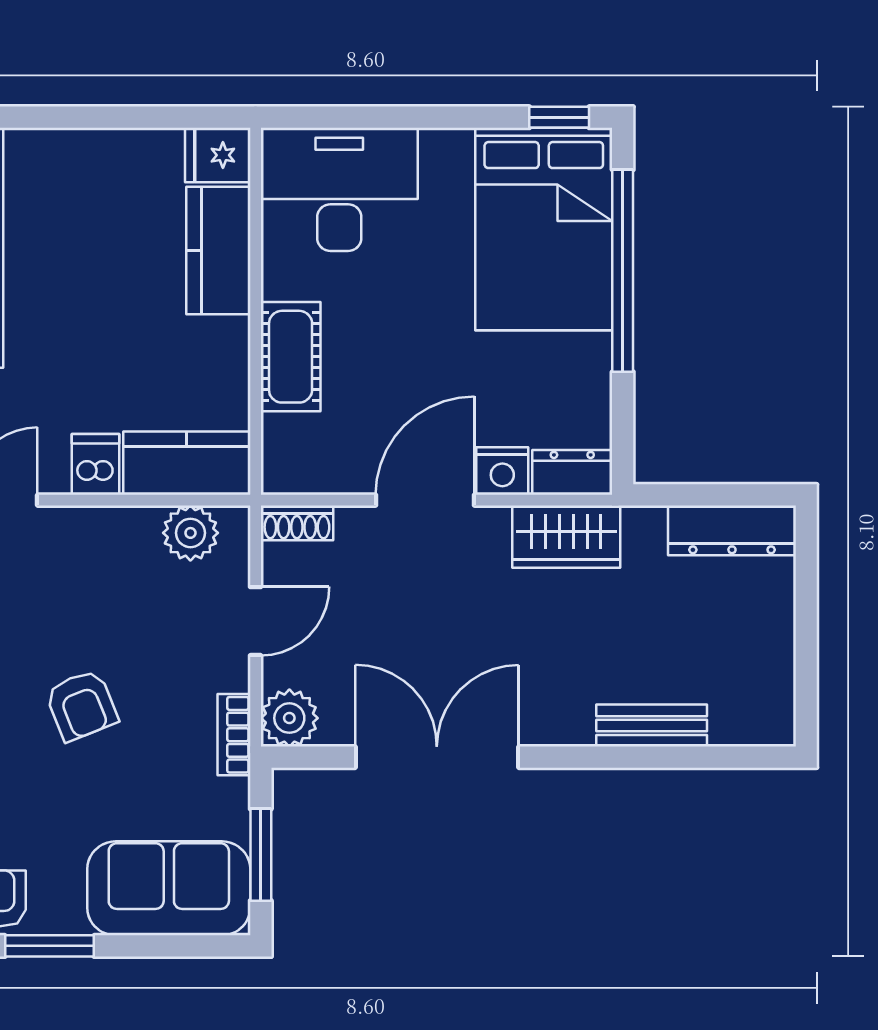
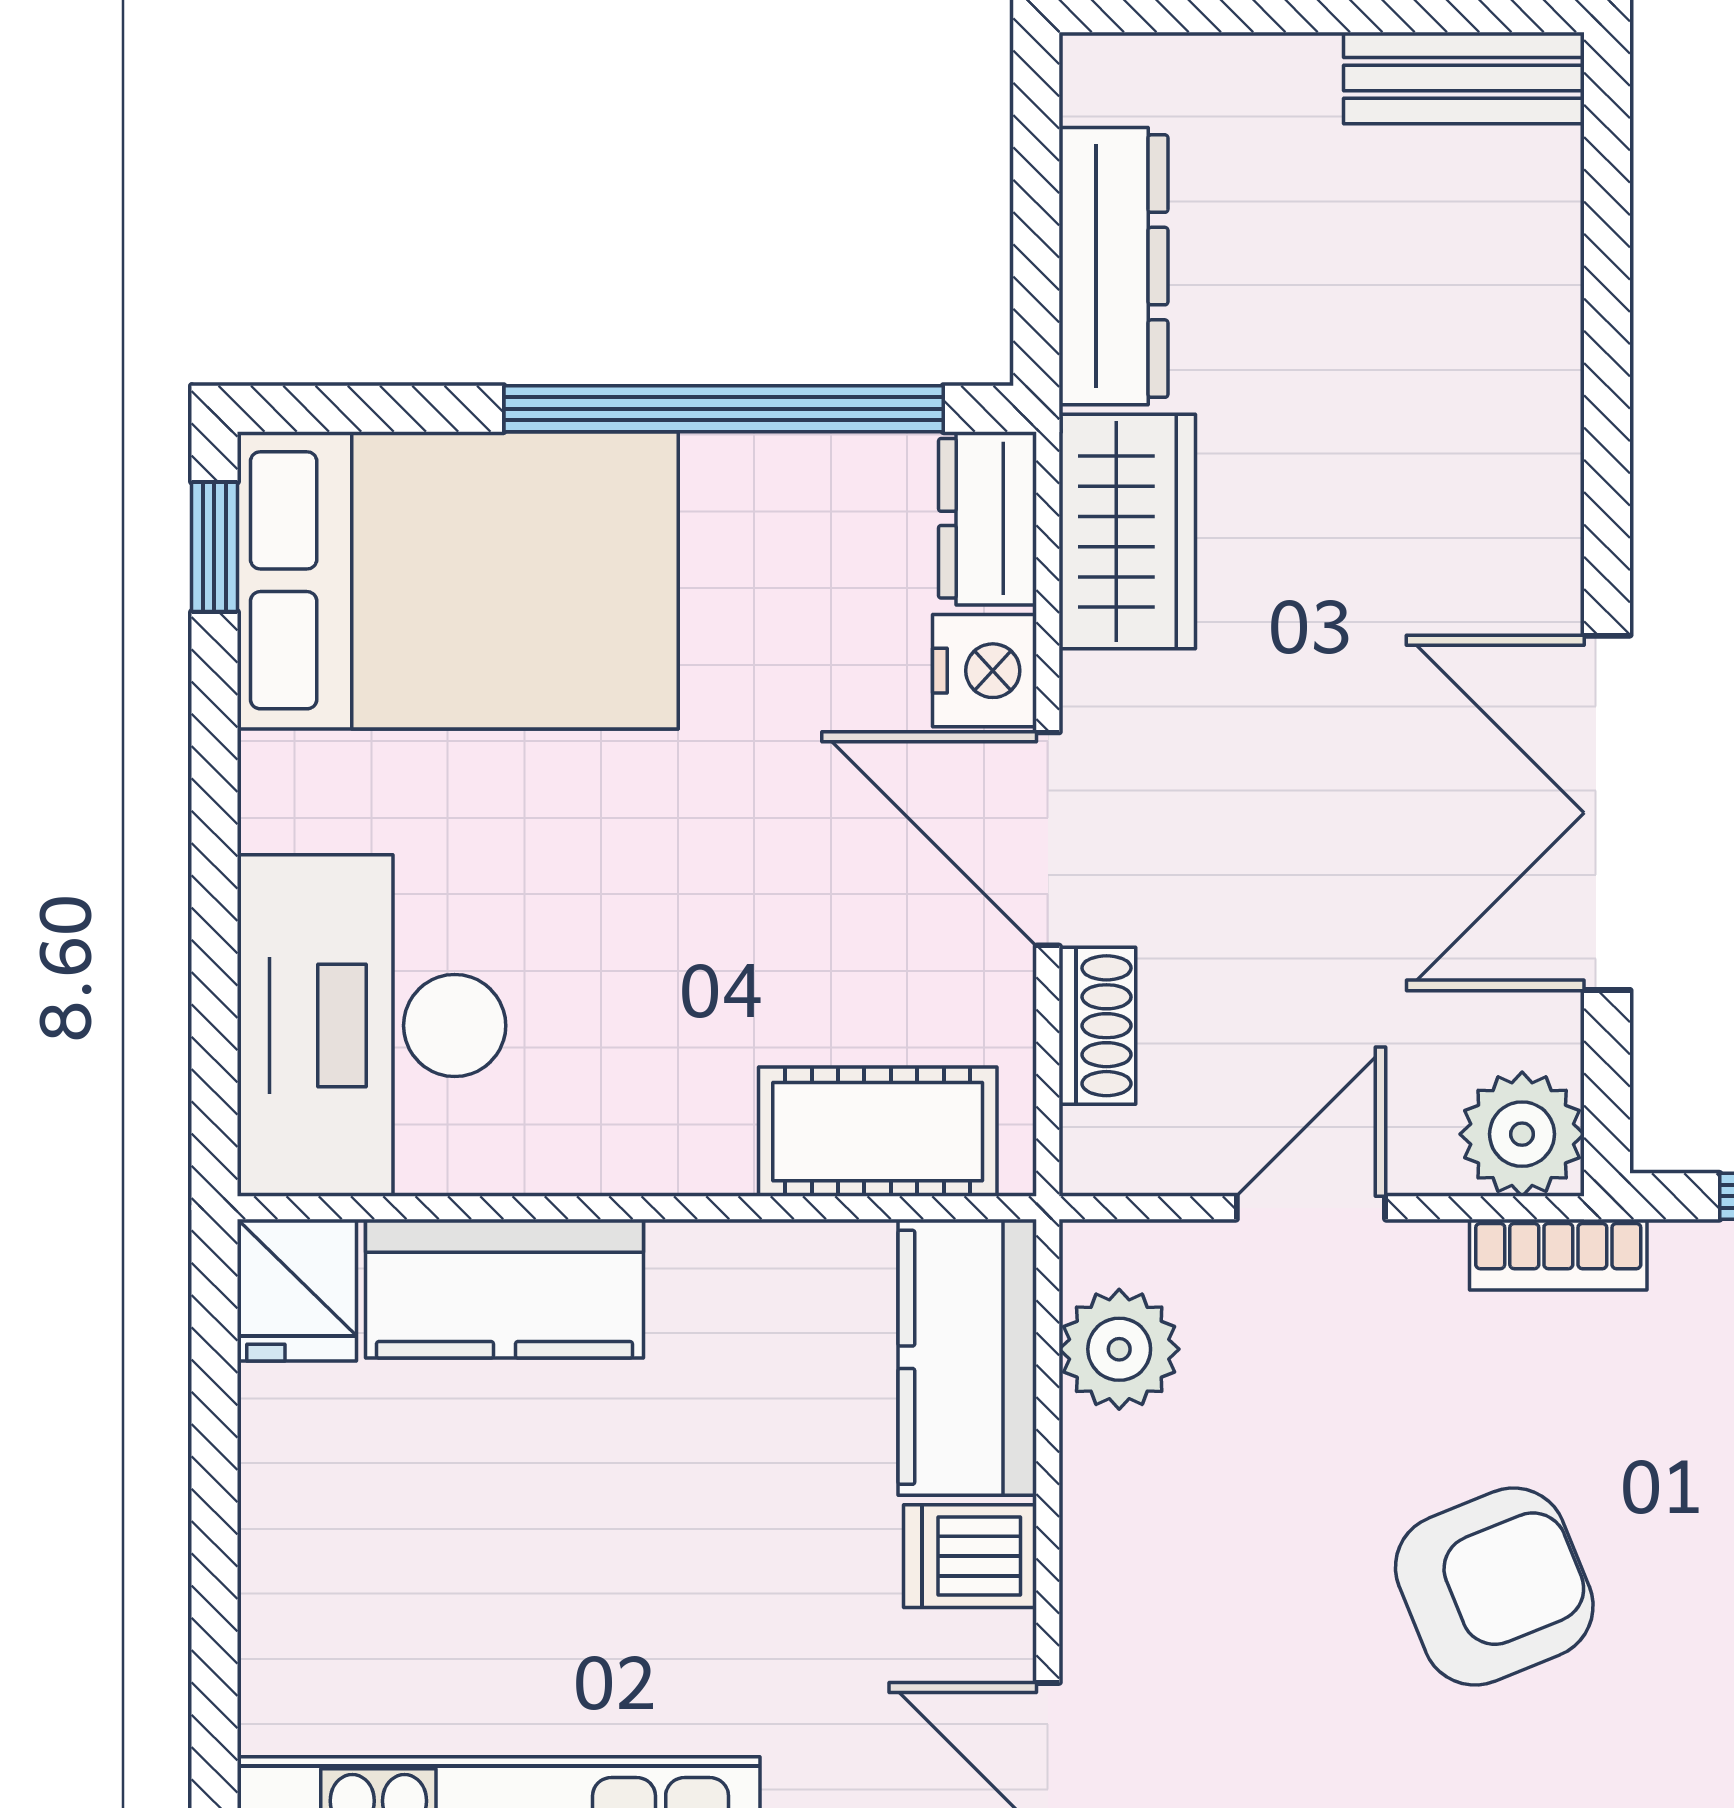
window: (623, 271) -> (724, 409), moved
cot: (291, 357) -> (878, 1132), moved
shoe rack: (297, 523) -> (1097, 1026), moved
dresser: (732, 530) -> (1113, 266), moved
door: (256, 621) -> (1311, 1208), hinge flipped
armchair: (81, 705) -> (1494, 1587), width x1.38, depth x1.38
bench: (652, 726) -> (1464, 78), moved, turned 90

